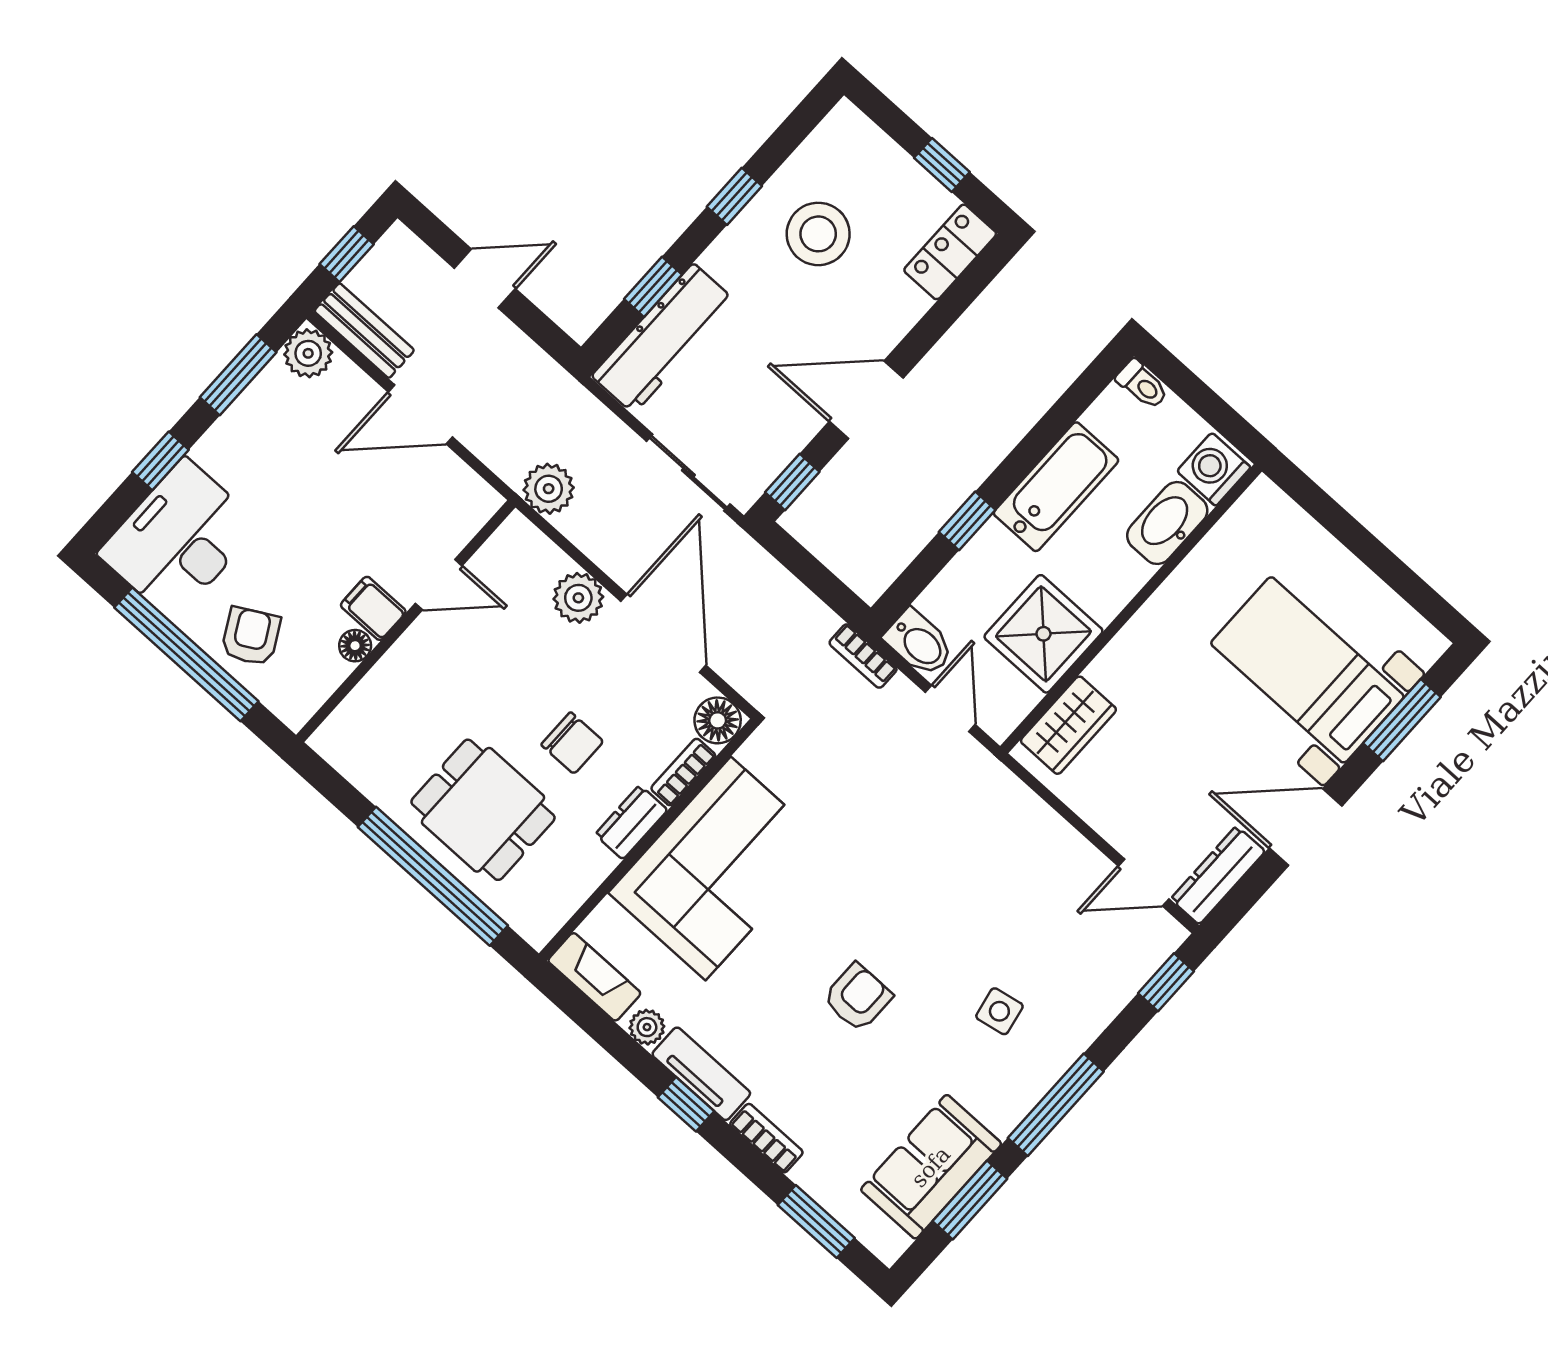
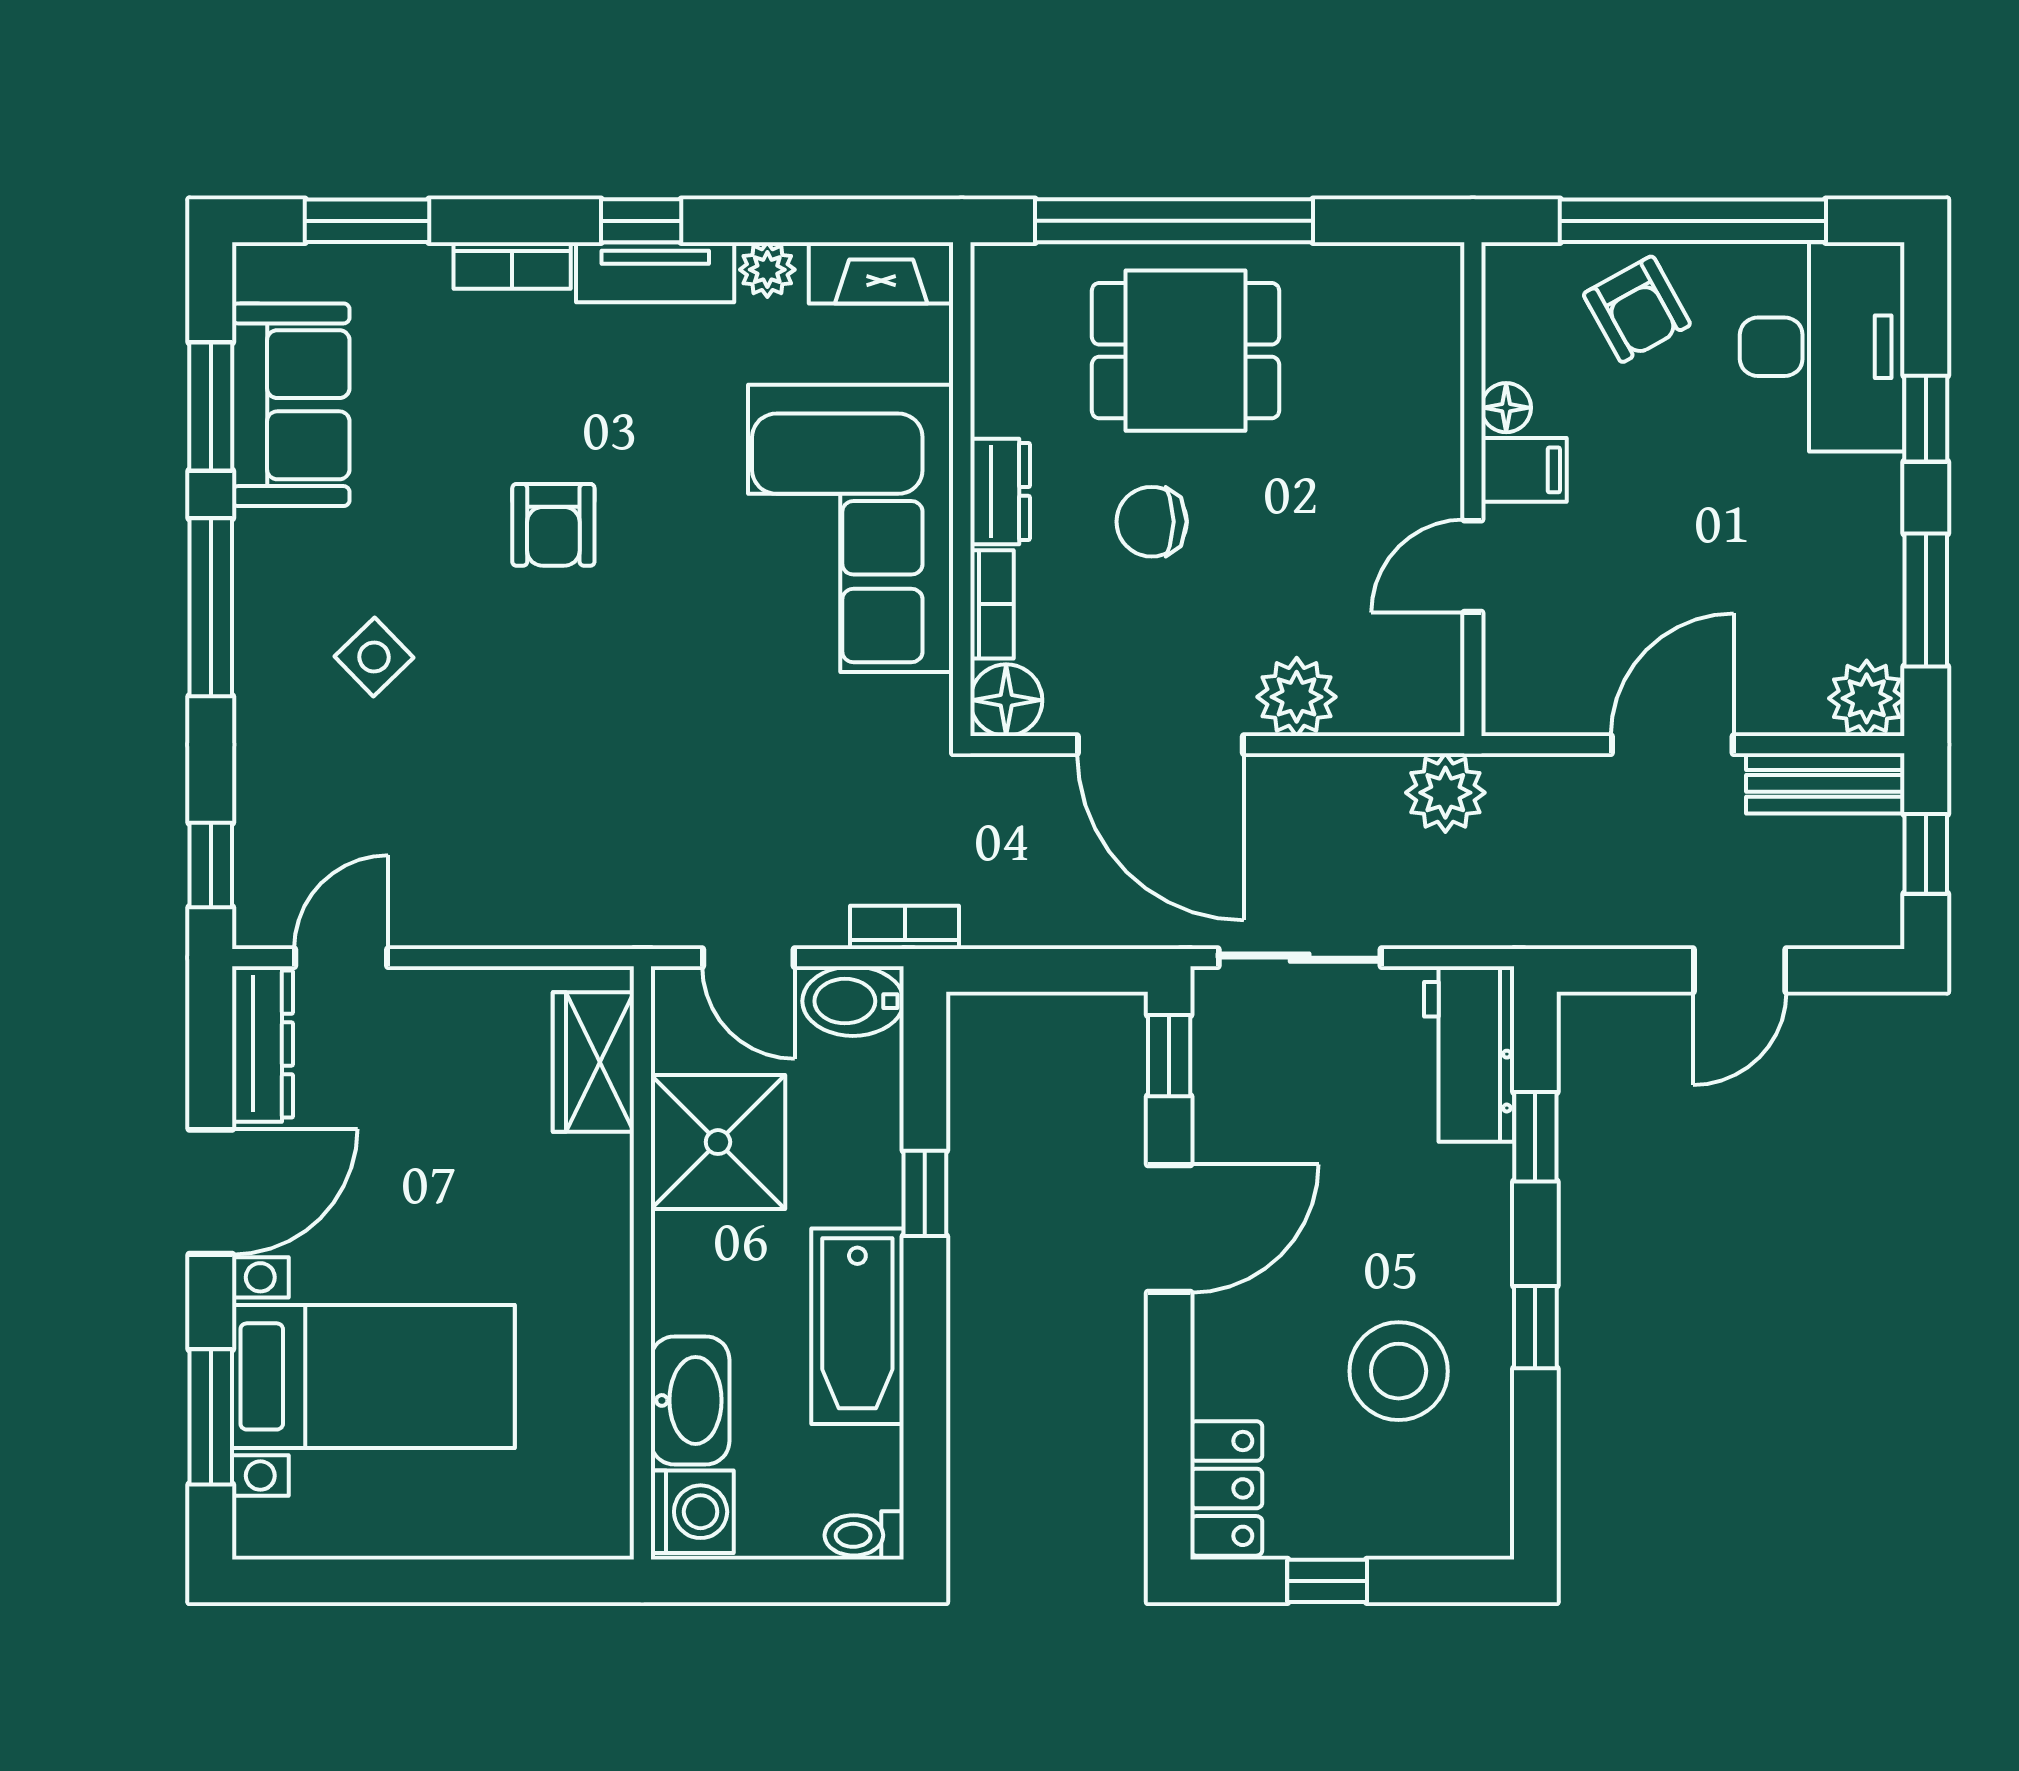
workbench: (663, 338) -> (1469, 1055), width x0.73
side table: (999, 1011) -> (374, 657), turned -33

